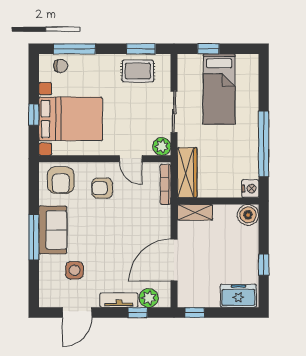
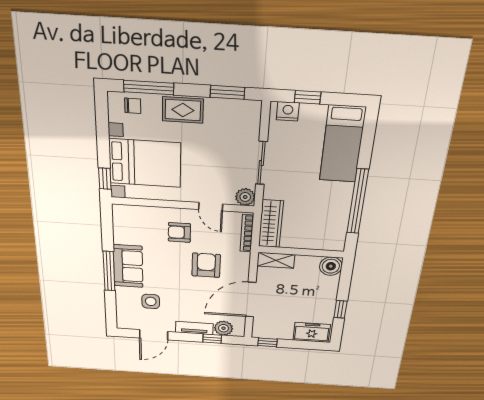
rug: (138, 71) -> (183, 110), moved
bed: (219, 89) -> (342, 144), moved
window: (34, 115) -> (105, 179), moved
armchair: (61, 180) -> (206, 265), moved, turned 180
nightstand: (250, 189) -> (288, 111), moved, turned -90

